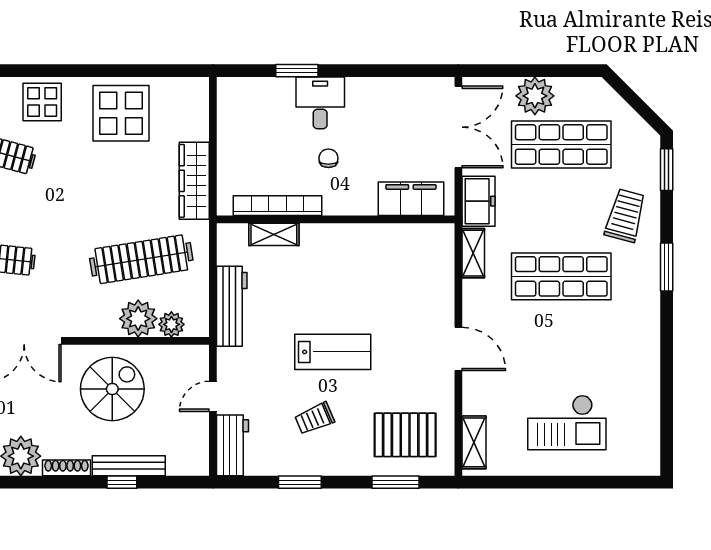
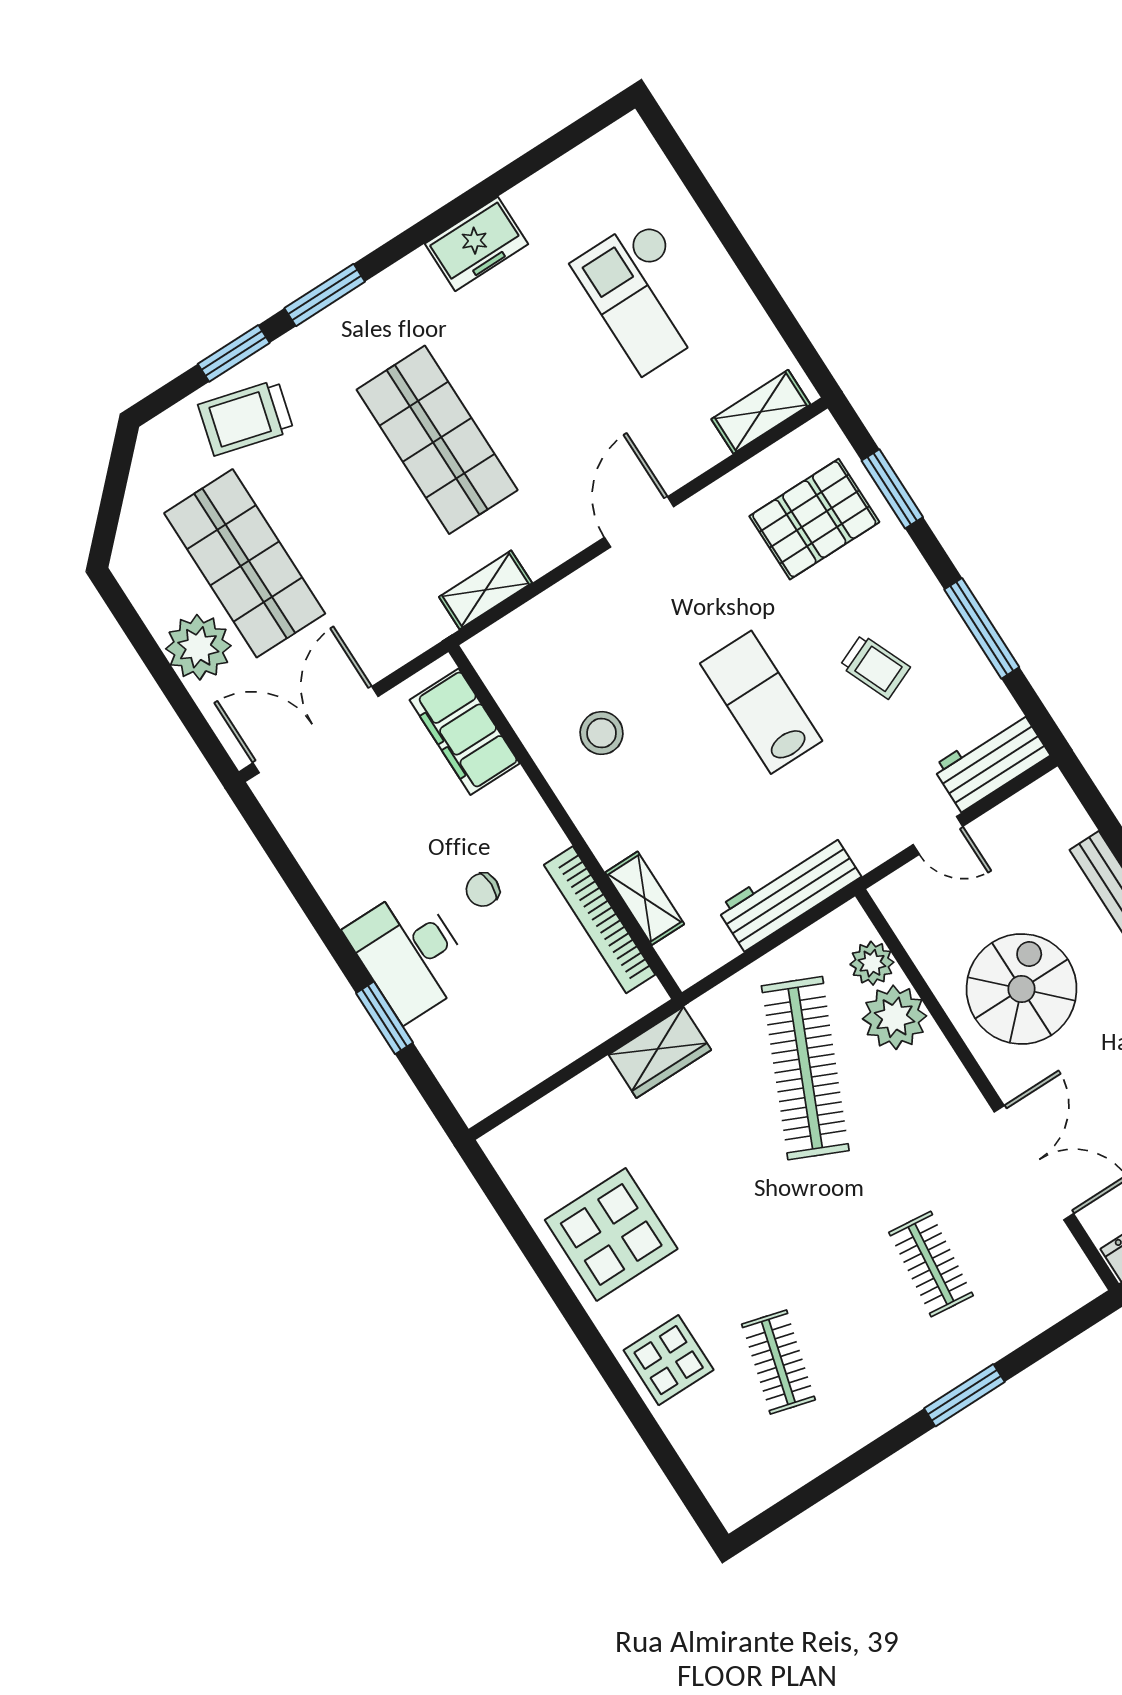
desk: (320, 103) -> (410, 954), width x1.37
window: (667, 170) -> (234, 353), moved
wardrobe: (194, 181) -> (660, 1052), width x0.67
freezer: (478, 201) -> (477, 244), moved, turned 180
trolley: (625, 216) -> (246, 418), moved
clothes rail: (141, 259) -> (805, 1068), turned 33
stool: (368, 265) -> (602, 733), added
spiral stairs: (112, 389) -> (1022, 989), turned 90
checkout: (567, 423) -> (645, 295), turned 180
pallet: (405, 435) -> (814, 519), turned 90
window: (300, 482) -> (982, 628), width x1.44

